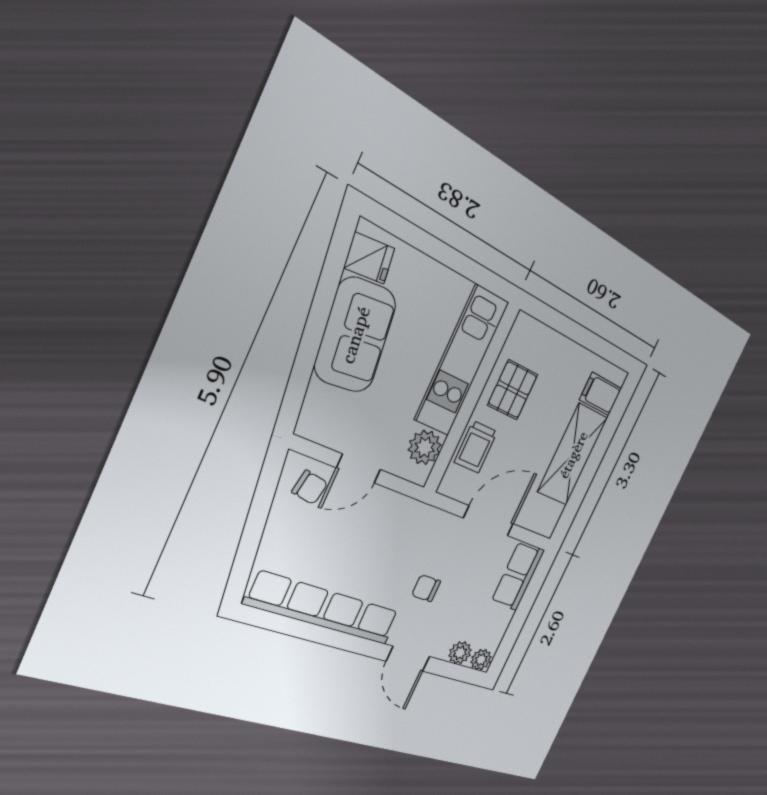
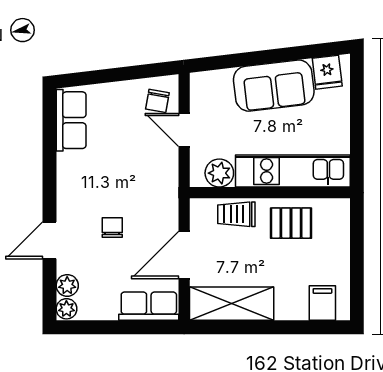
shelving: (573, 455) -> (232, 304), moved
door: (489, 521) -> (184, 255), swing flipped
row of seats: (324, 608) -> (71, 120), width x0.50

